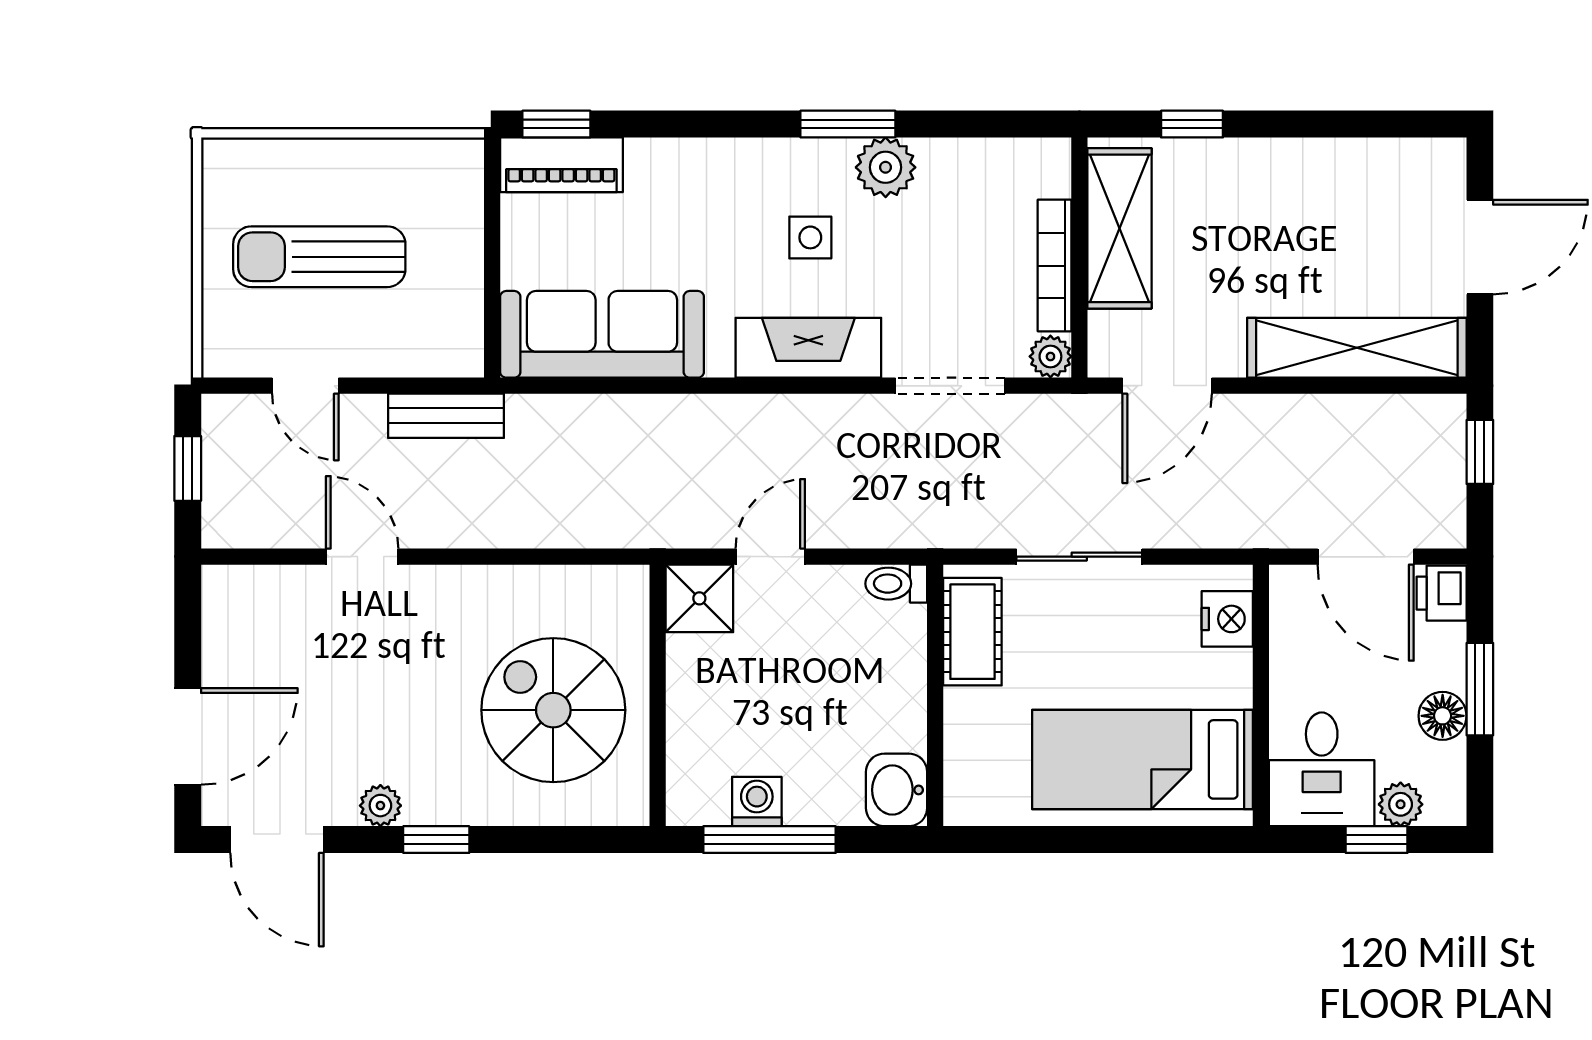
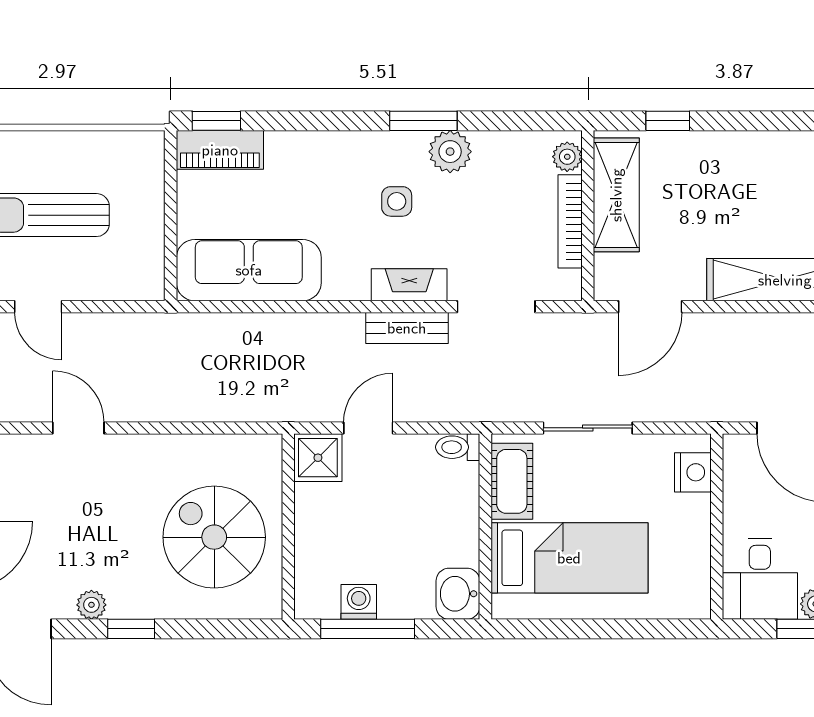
fireplace: (808, 348) -> (409, 285), width x0.73, depth x0.76
plant: (1050, 356) -> (567, 157), moved
bench: (446, 416) -> (407, 328), moved
bed: (1143, 759) -> (569, 558), moved, turned 180

